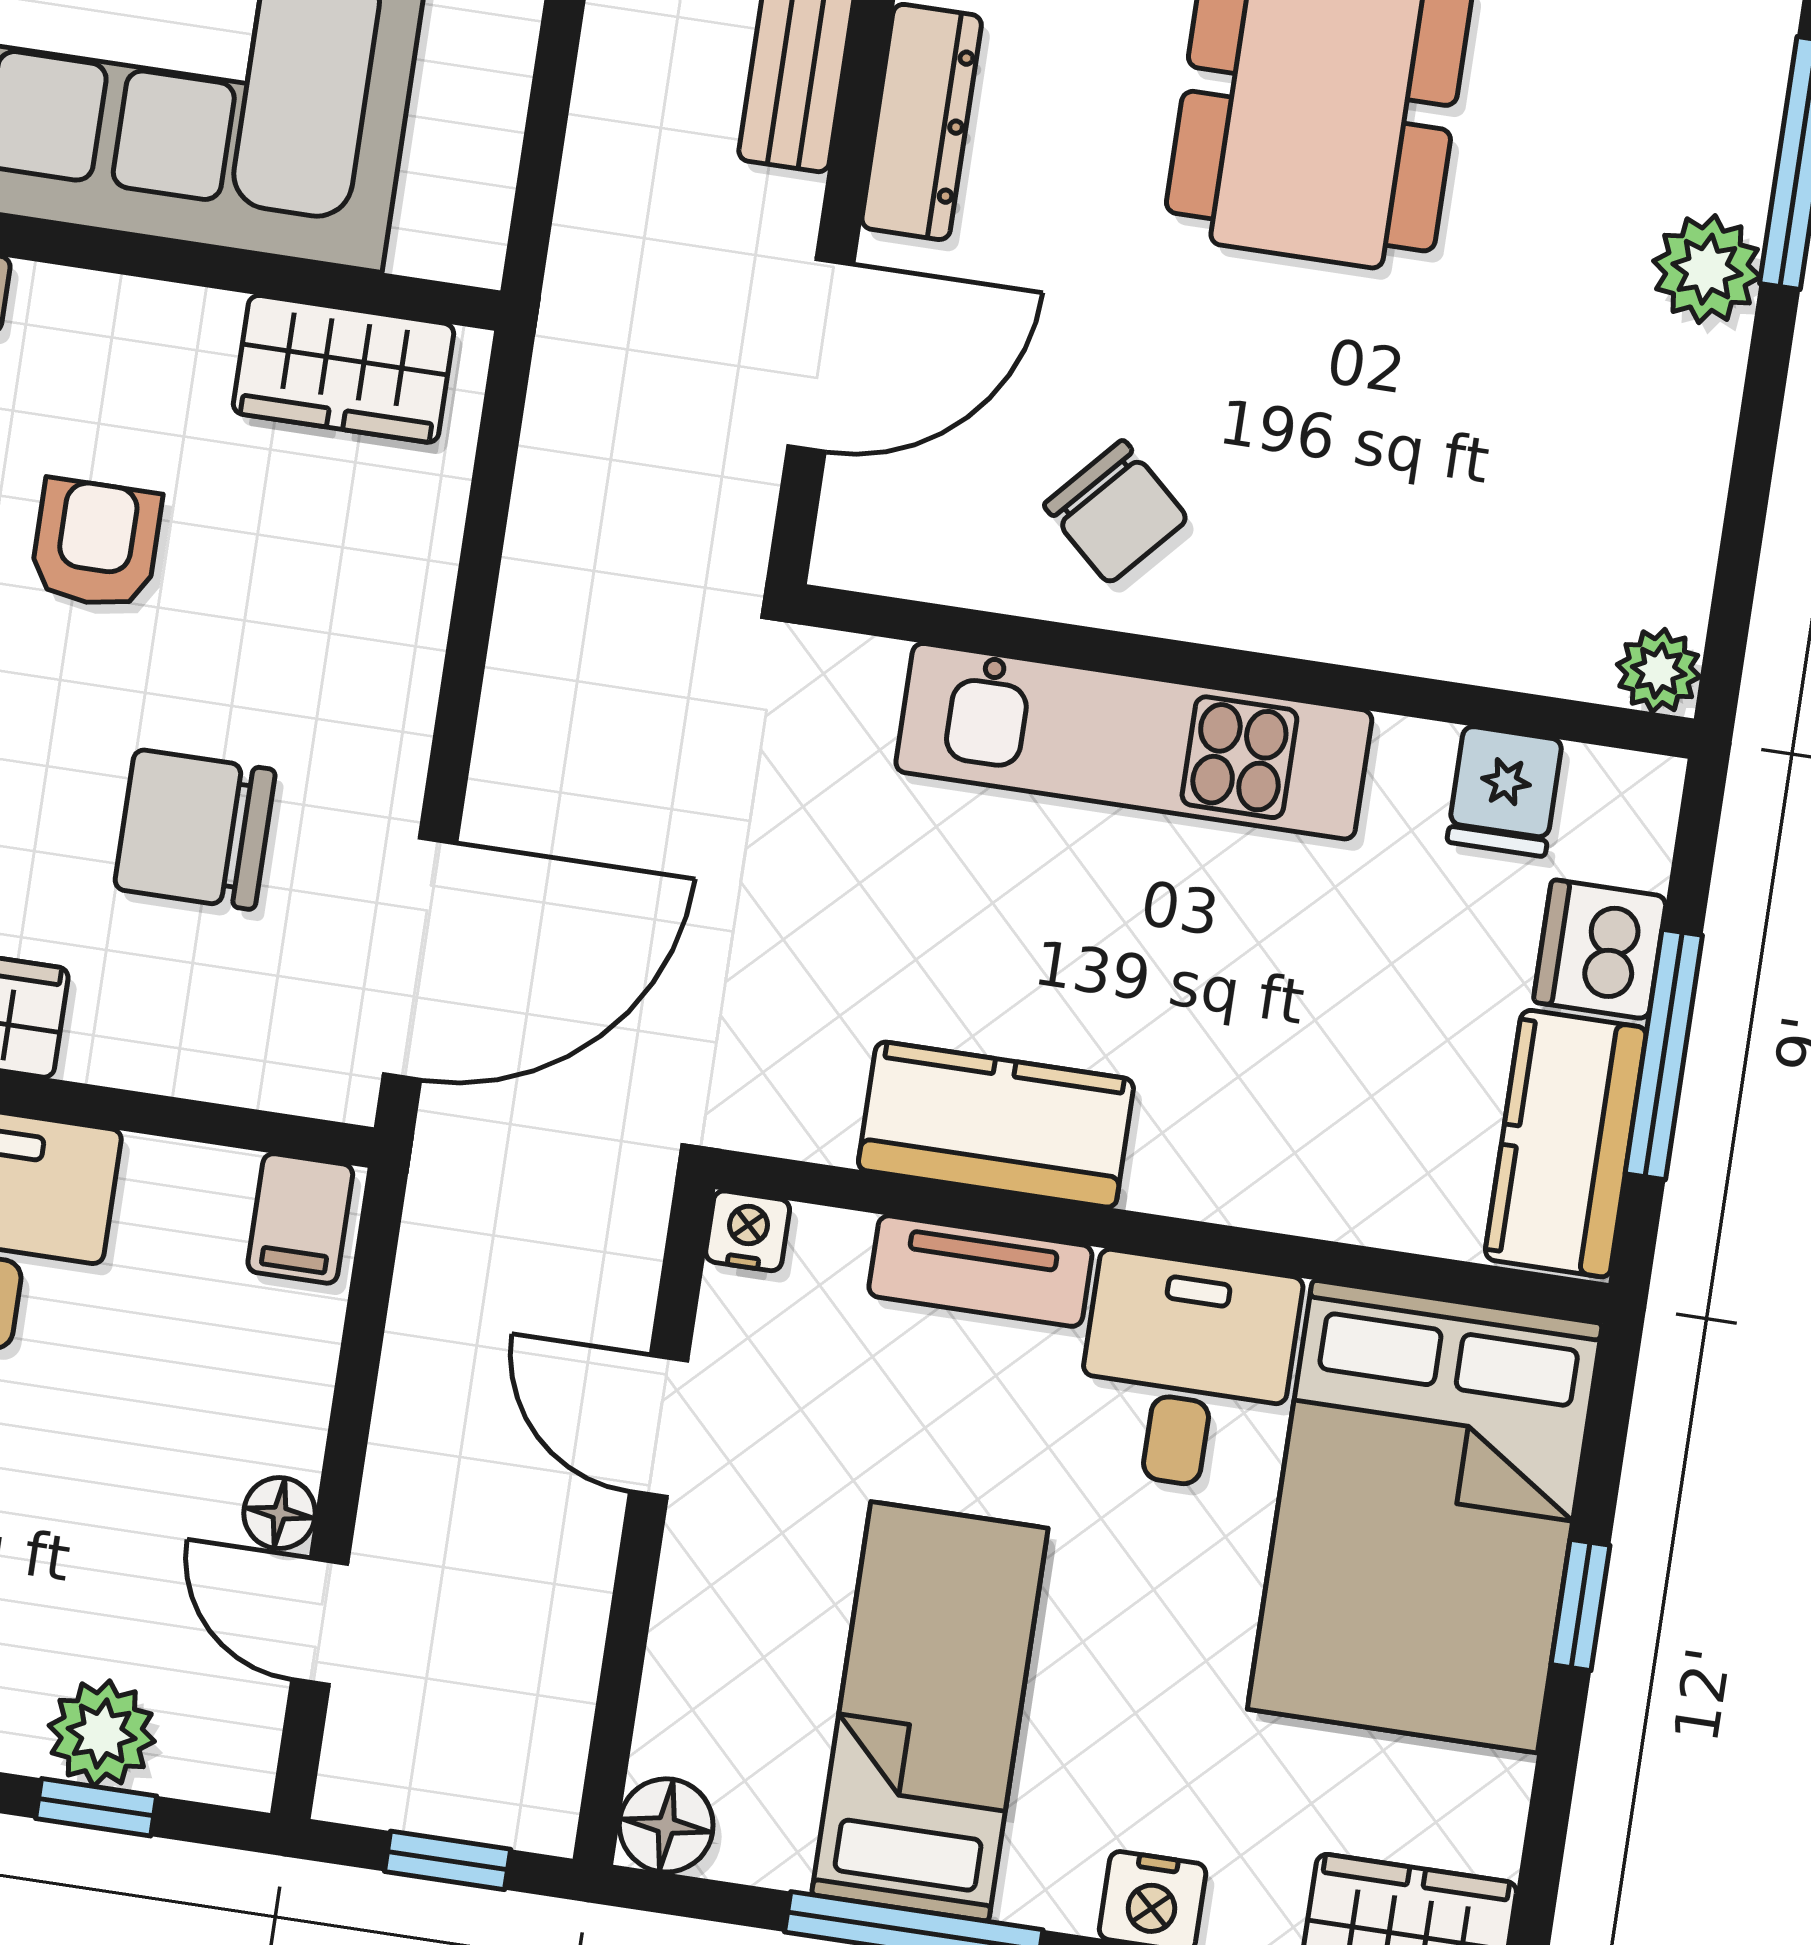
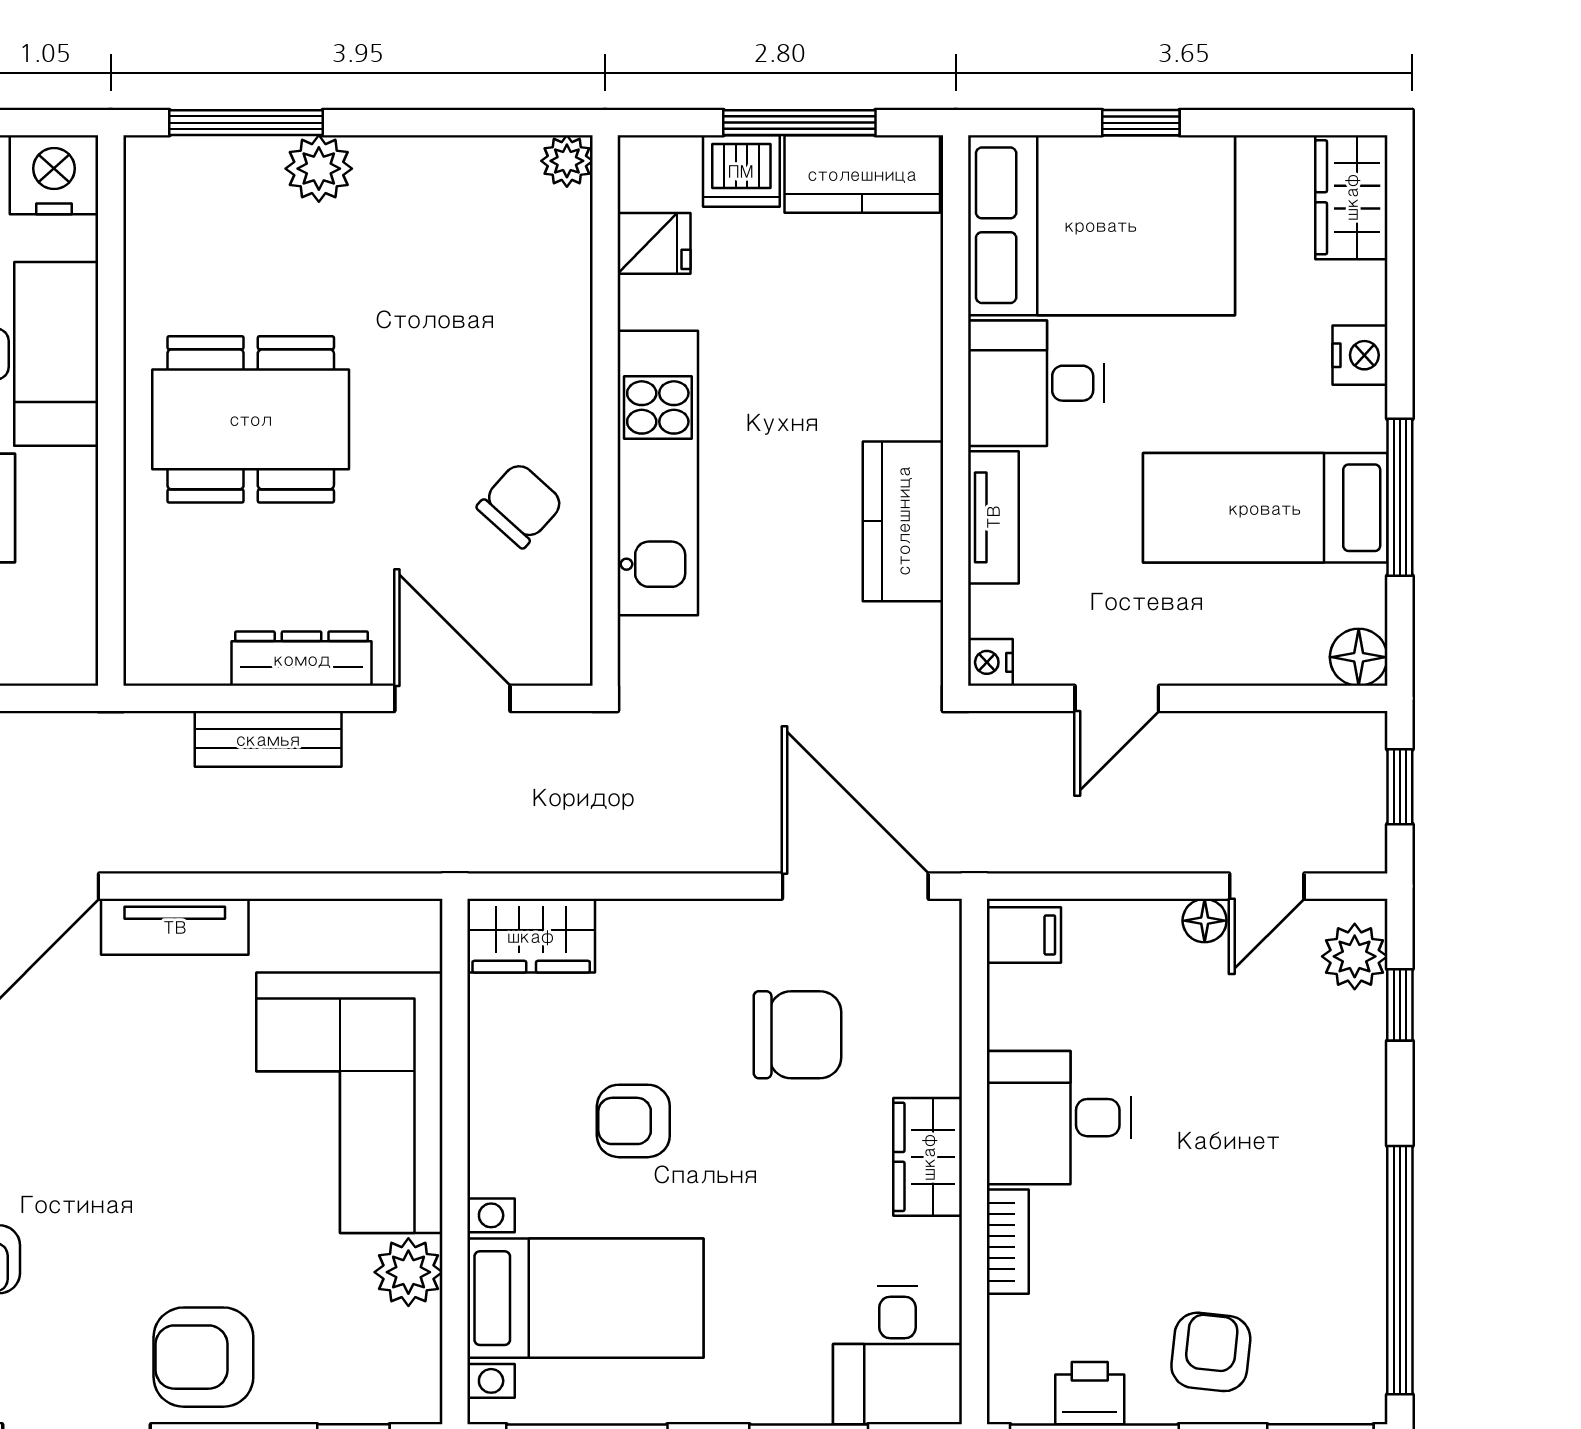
wardrobe: (344, 369) -> (531, 936), moved, turned 90
chair: (195, 829) -> (797, 1035), turned -90
plant: (102, 1733) -> (1355, 956), moved

